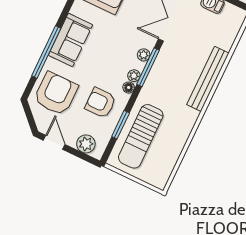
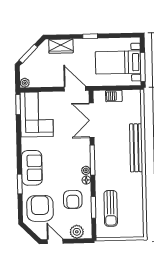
window: (46, 52) -> (20, 184), width x0.47
plant: (144, 55) -> (85, 153), removed
armchair: (101, 103) -> (73, 200), turned -90
sun lounger: (141, 136) -> (111, 208), width x0.73, depth x0.75

